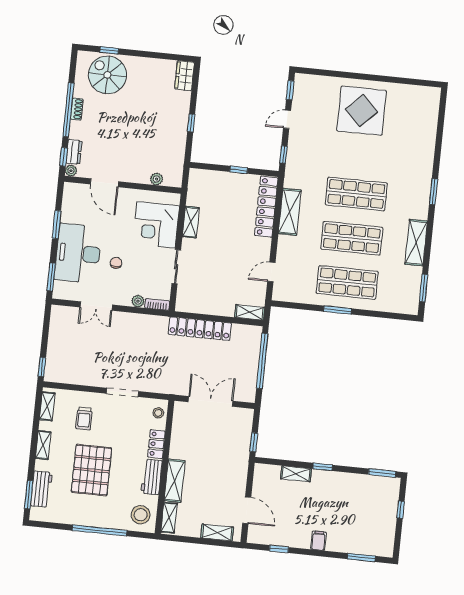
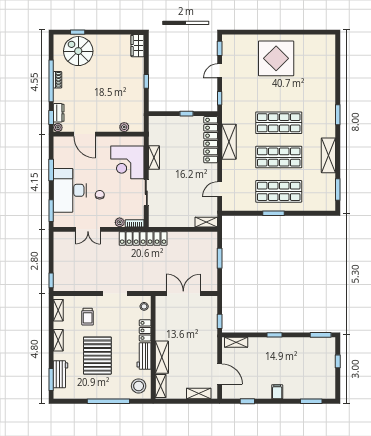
locker: (200, 329) -> (143, 239), moved
window: (262, 361) -> (220, 258), width x0.47
shelving: (296, 474) -> (236, 342), moved

